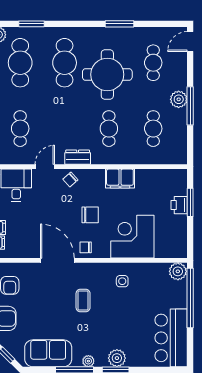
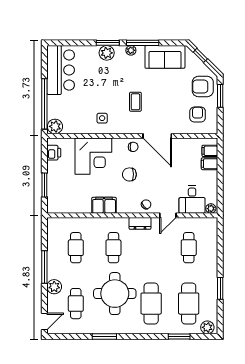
plant: (179, 99) -> (54, 287), moved
printer: (179, 205) -> (54, 153), moved

